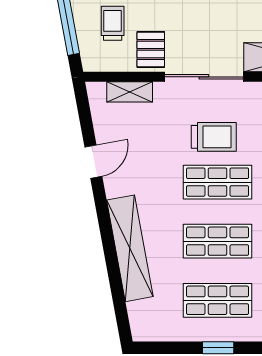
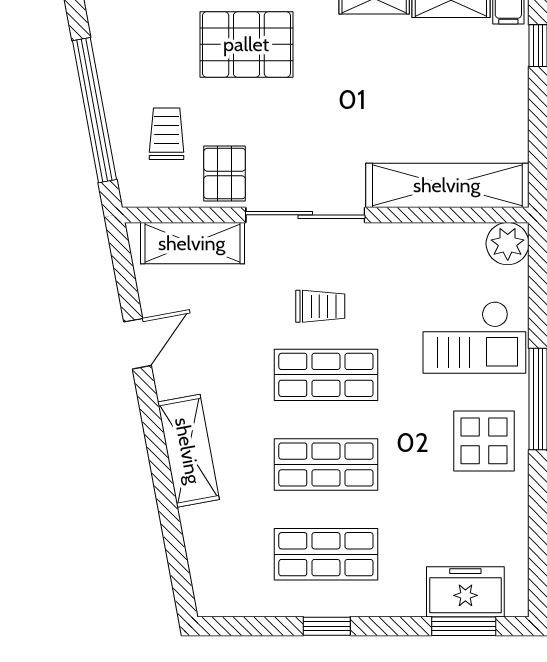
shelving: (130, 92) -> (192, 243), width x1.50, depth x1.33
trolley: (214, 137) -> (320, 306), width x0.73, depth x0.72
shelving: (130, 248) -> (188, 451), width x0.68

